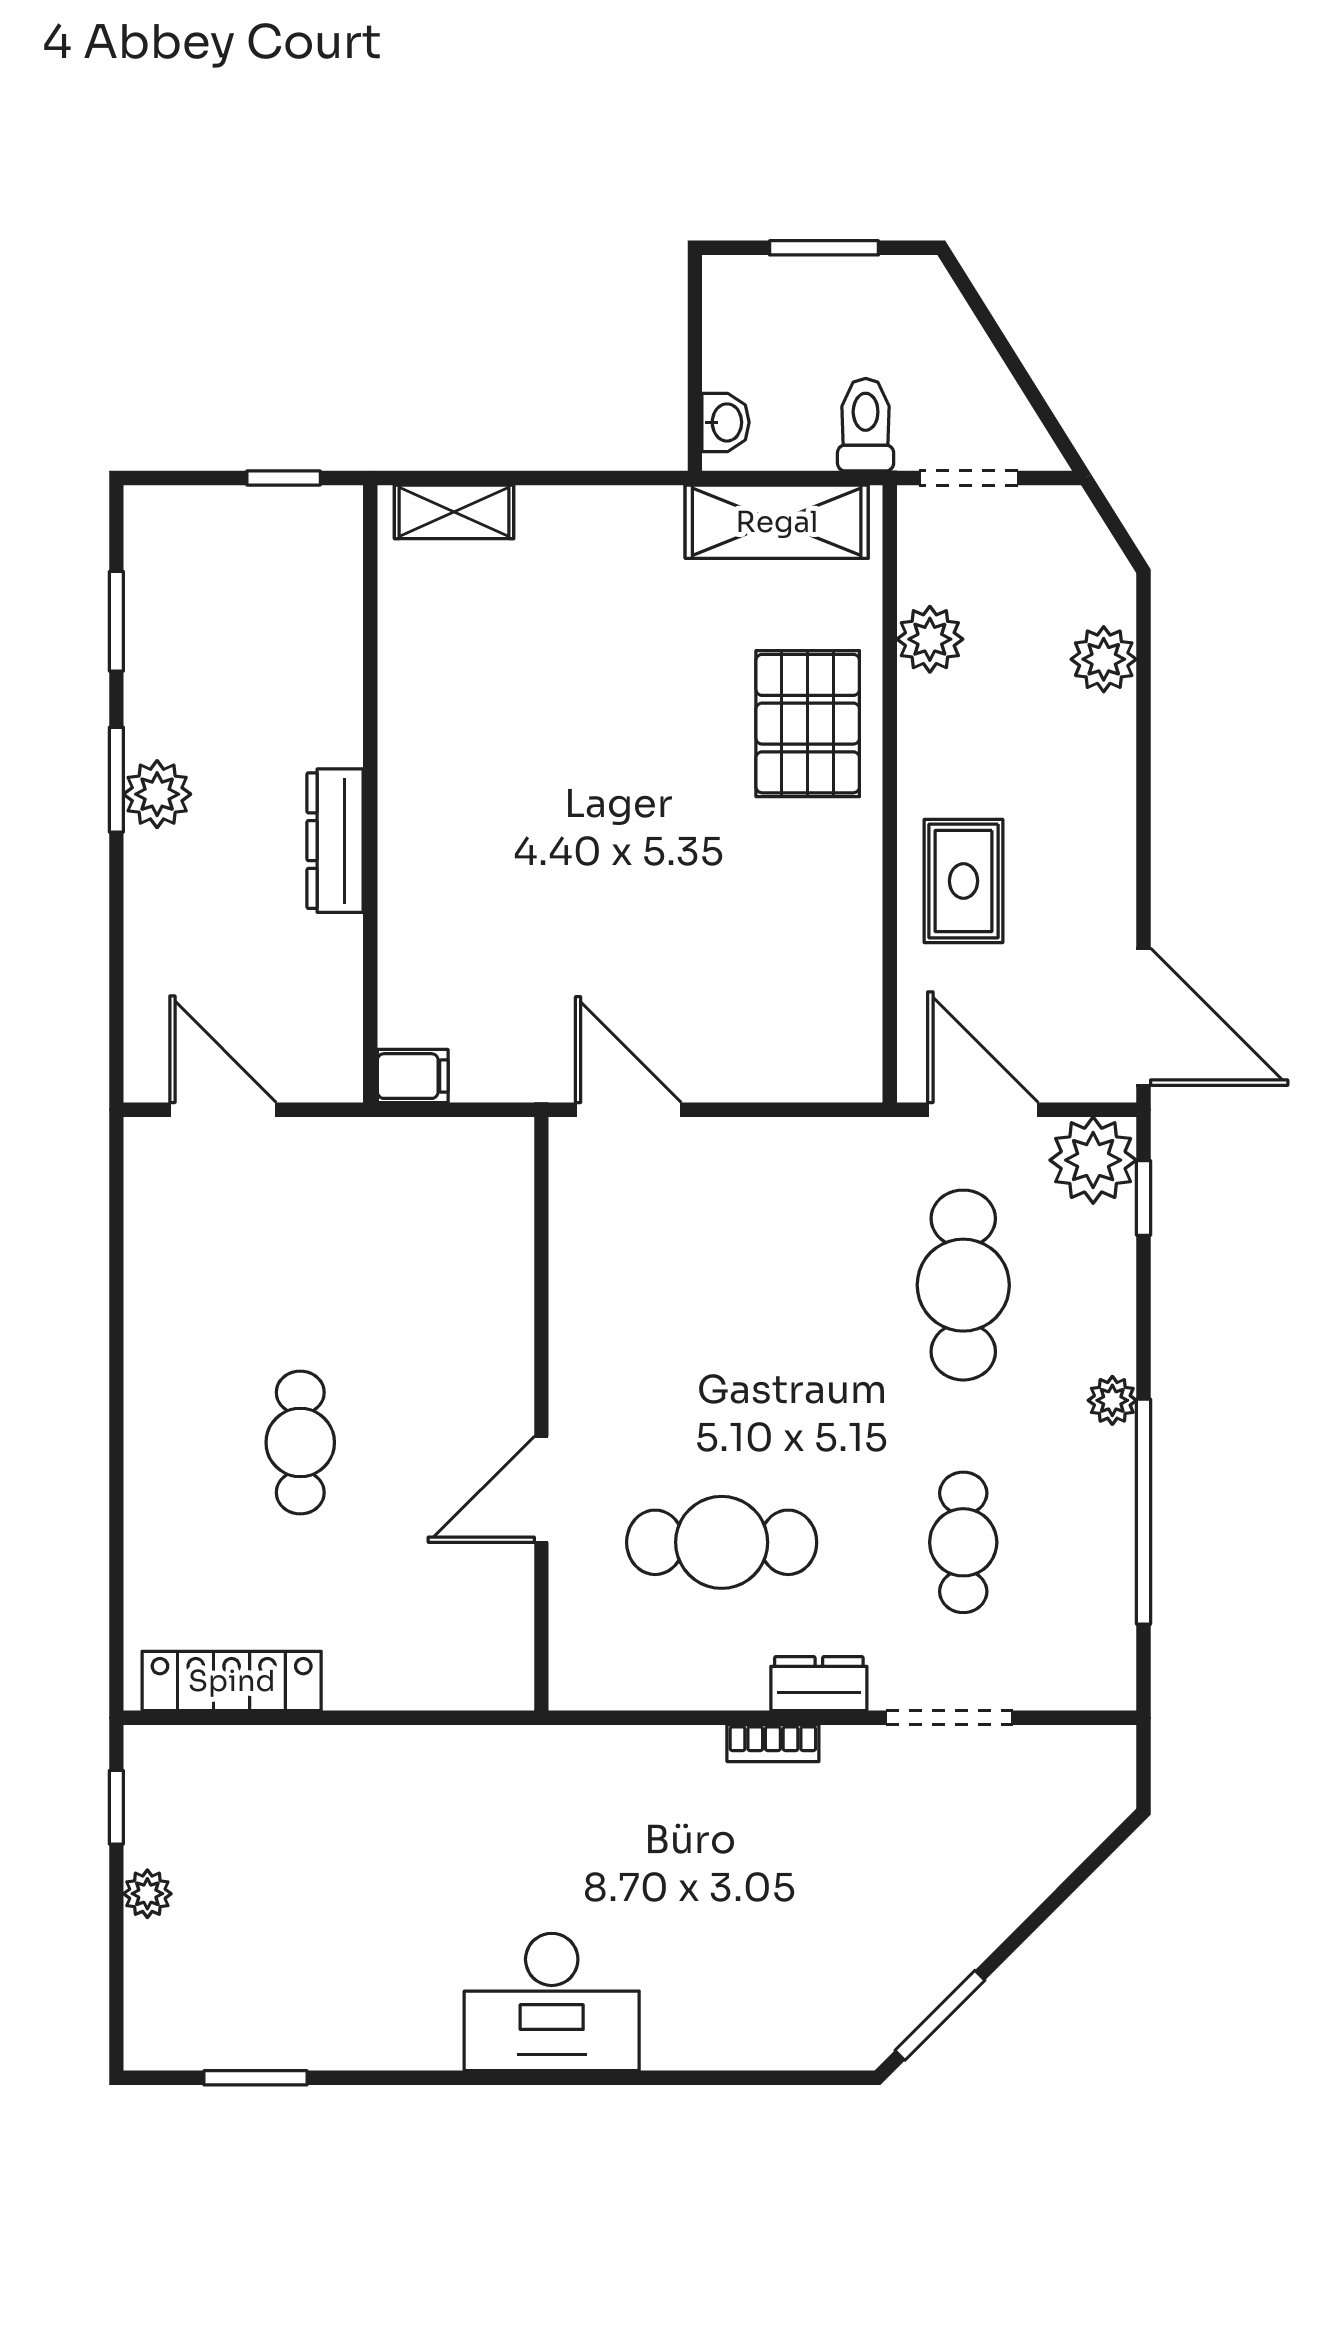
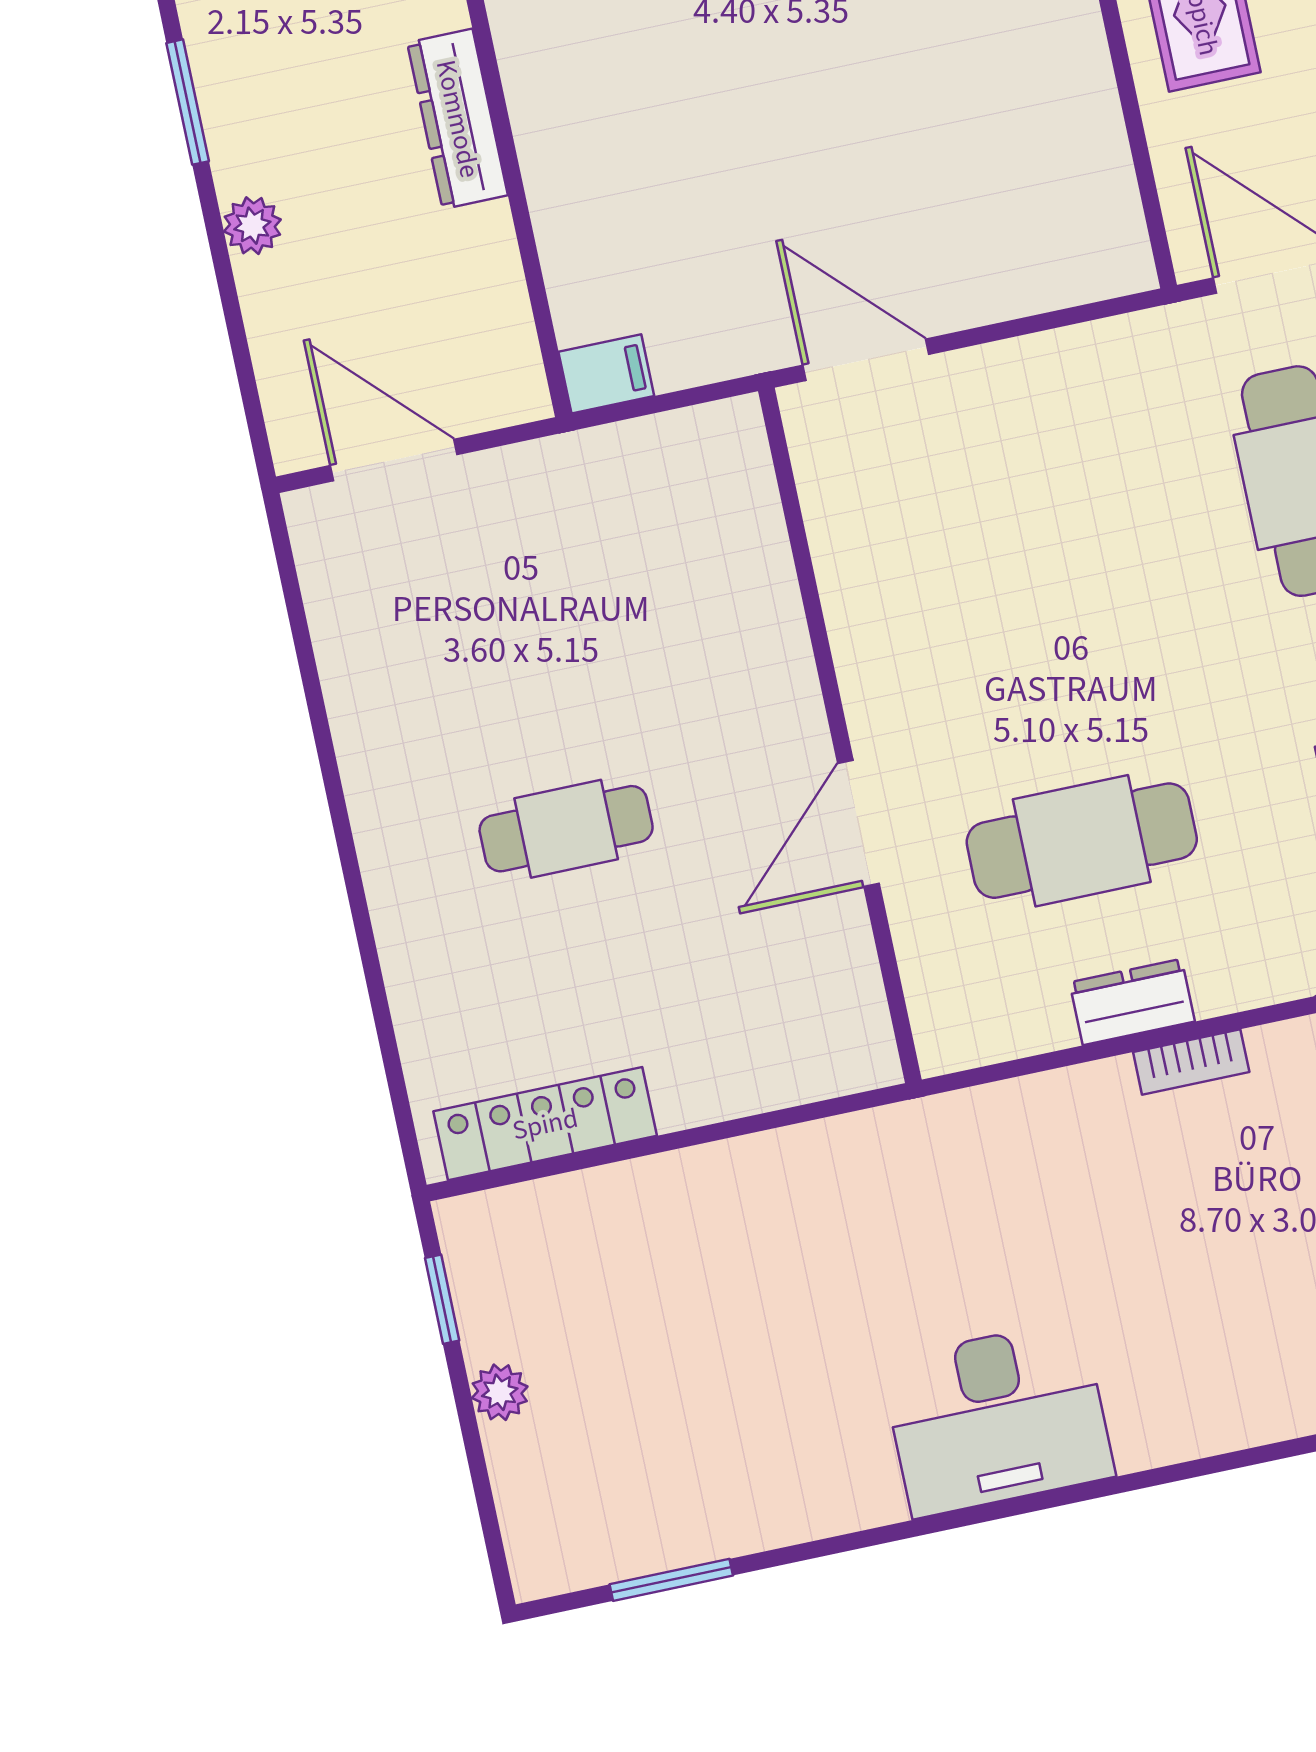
plant: (157, 794) -> (252, 226), moved, width x0.73, depth x0.73
cafe table: (300, 1442) -> (566, 829), turned 90
dresser: (819, 1684) -> (1132, 1002), moved

